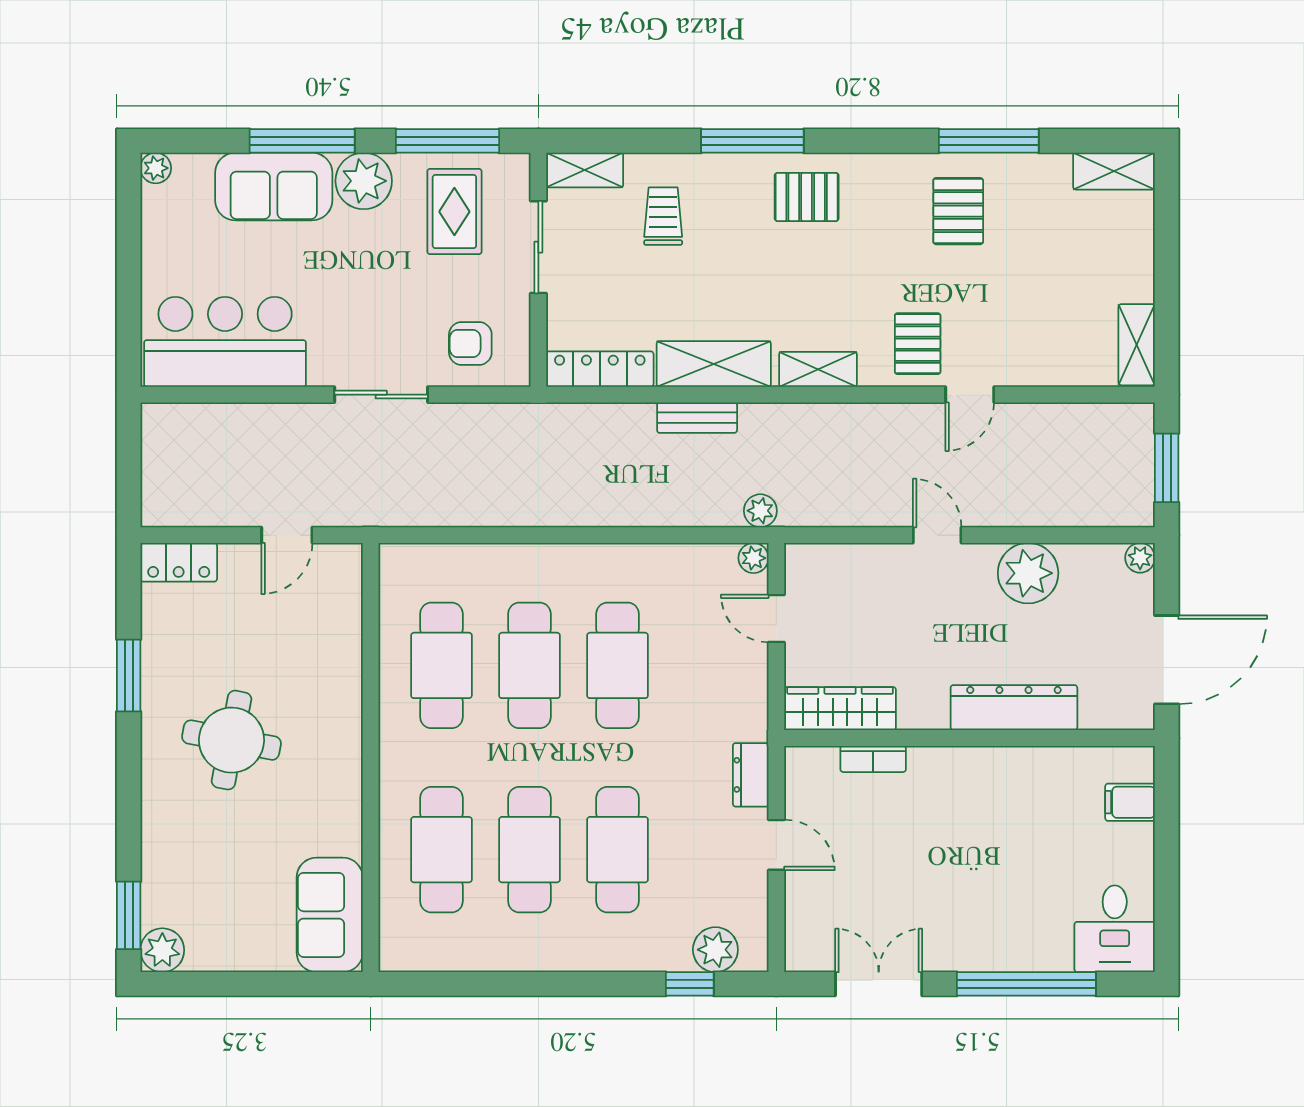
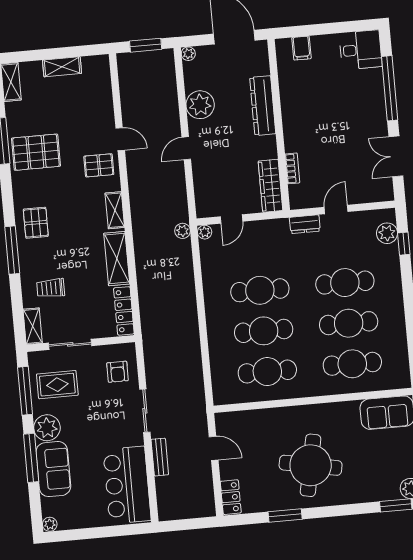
pallet: (958, 211) -> (36, 152), width x1.50, depth x1.42
shelving: (1137, 345) -> (62, 67), moved
bench: (697, 418) -> (160, 457), moved
round table: (231, 740) -> (311, 465), width x1.36, depth x1.36

